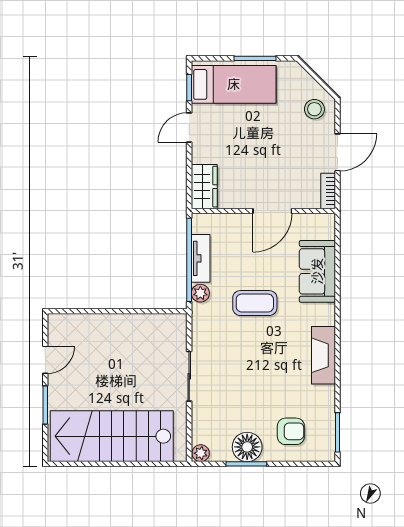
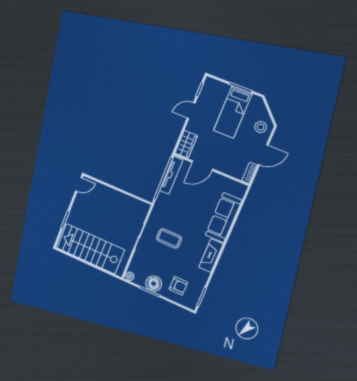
bed: (234, 84) -> (233, 112), moved, turned 90
door: (272, 211) -> (202, 166), moved
tv unit: (201, 258) -> (171, 175), width x1.41
sofa: (317, 271) -> (224, 218), width x1.36
plant: (200, 293) -> (162, 198), removed
coffee table: (255, 303) -> (169, 238), moved
door: (45, 360) -> (79, 184), moved

